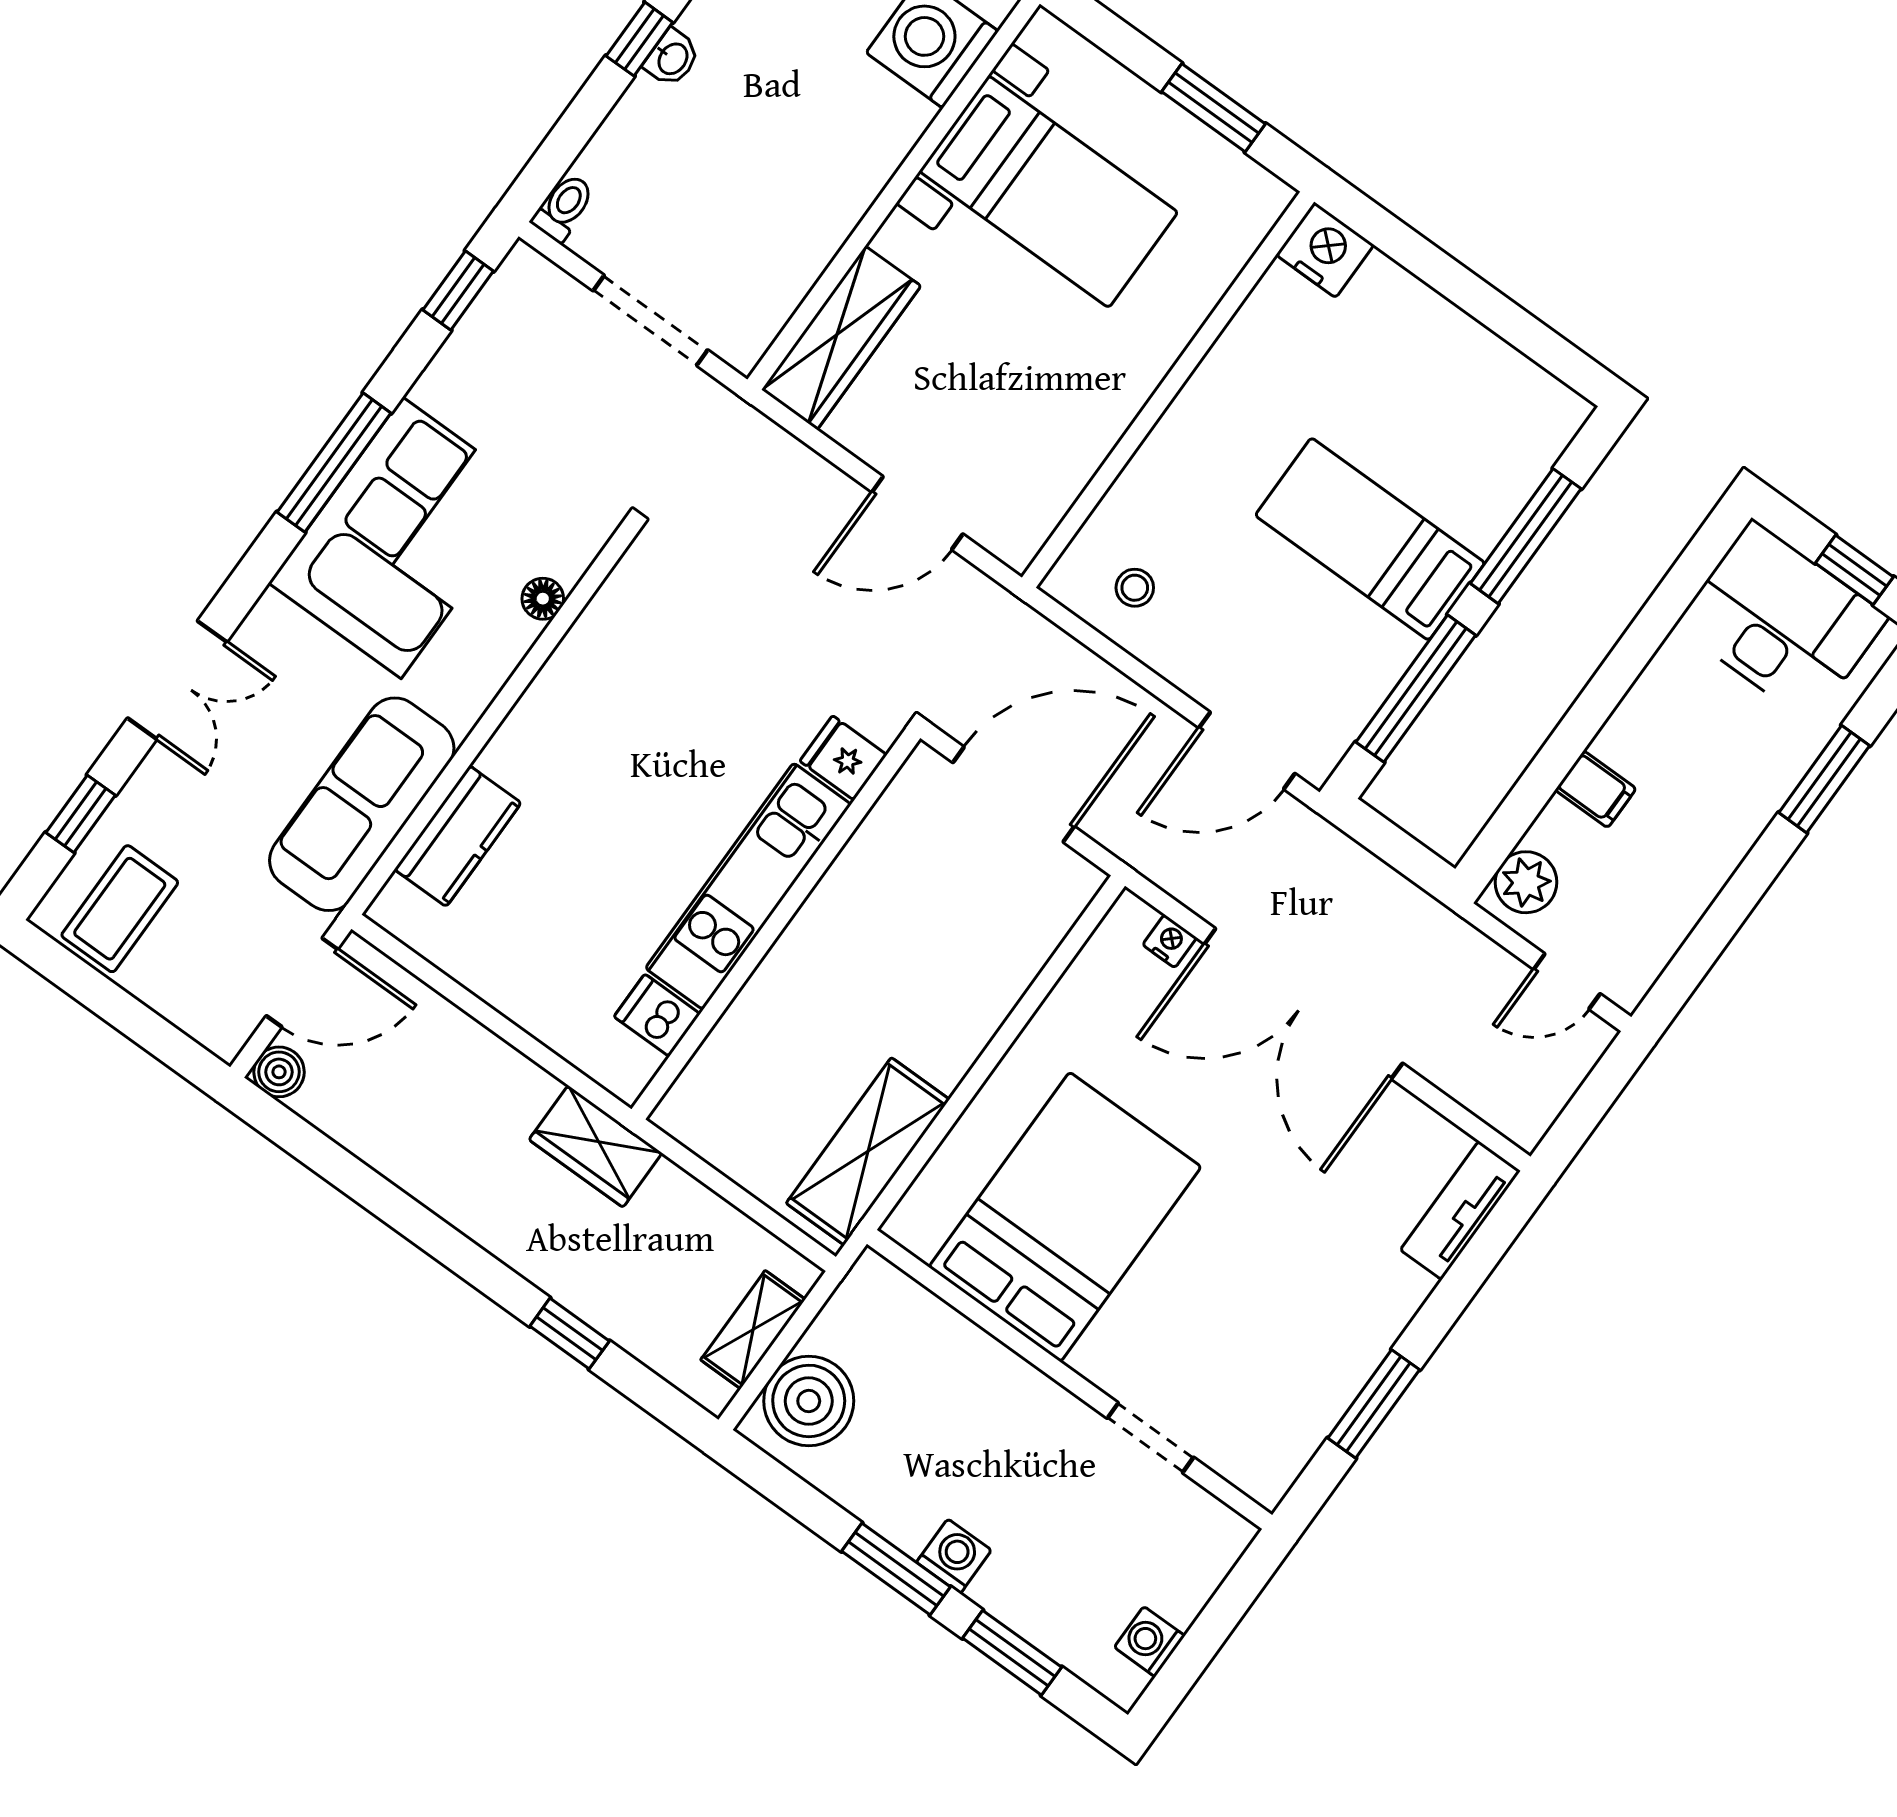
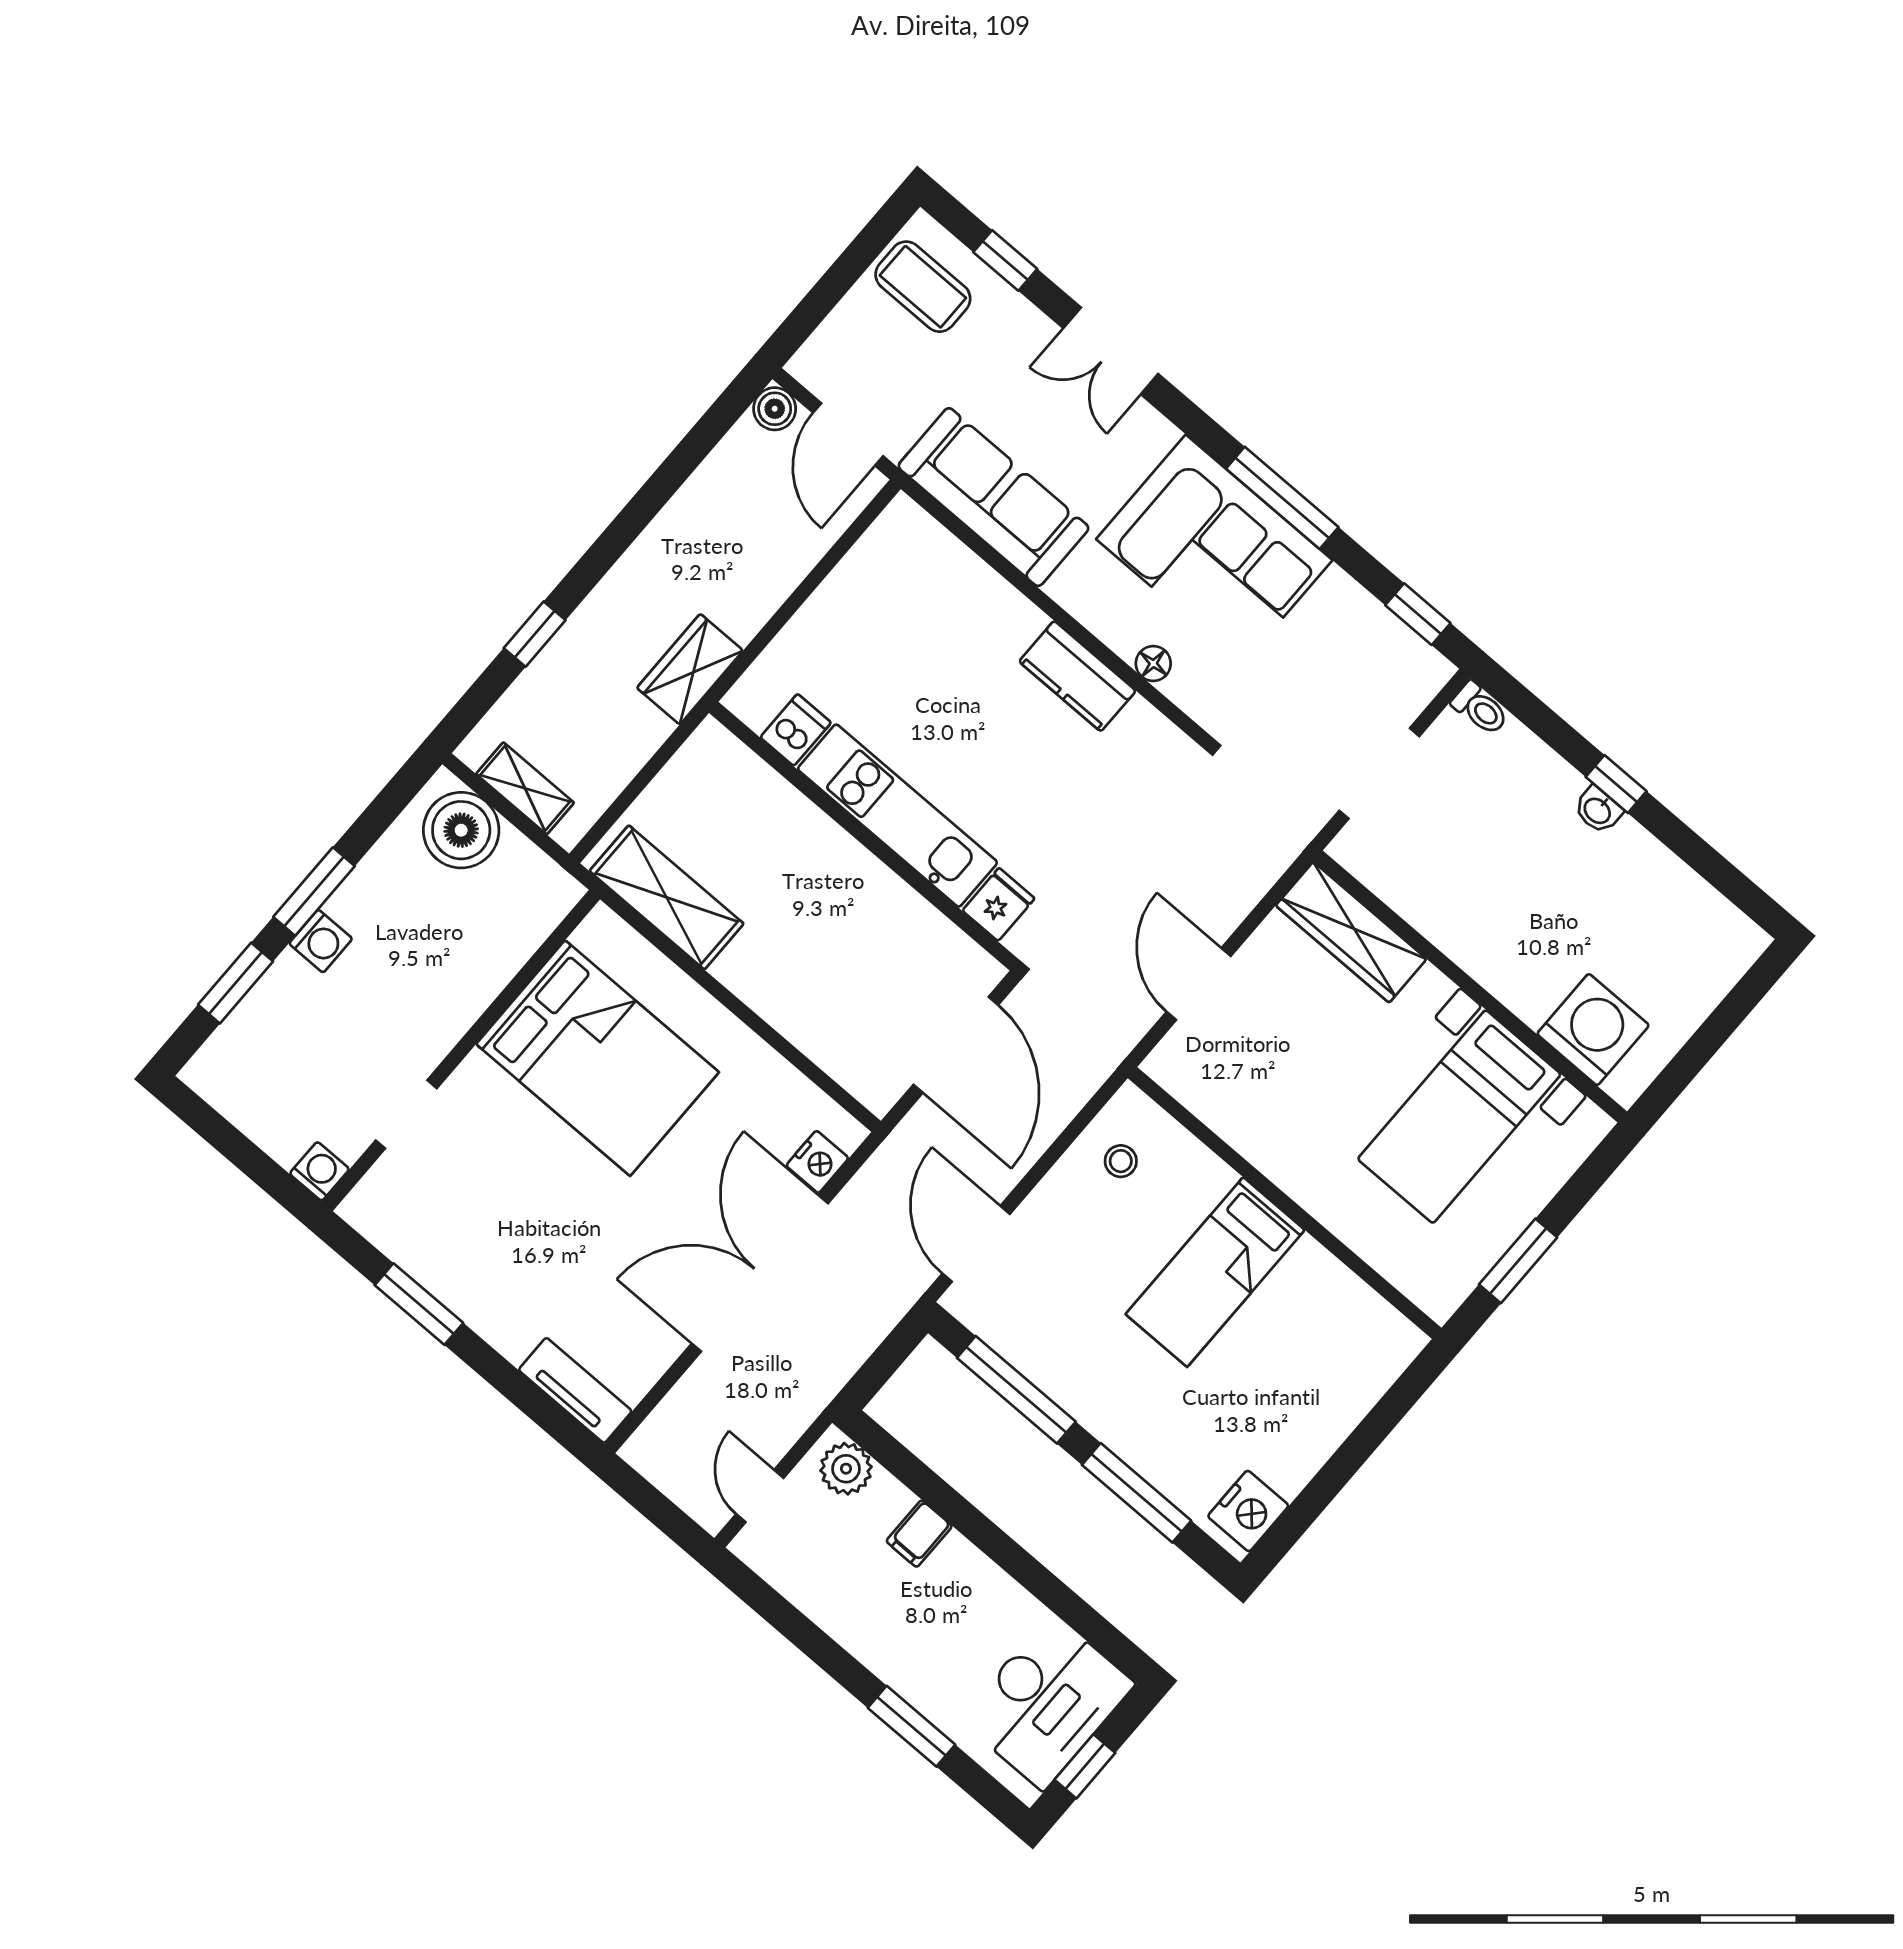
nightstand: (1325, 250) -> (1248, 1511), moved
bed: (1370, 539) -> (1215, 1272), moved, turned 180
kitchen counter: (458, 836) -> (1077, 676), moved
nightstand: (1170, 941) -> (817, 1162), width x1.39, depth x1.35
washing machine: (1150, 1642) -> (319, 1171), moved

